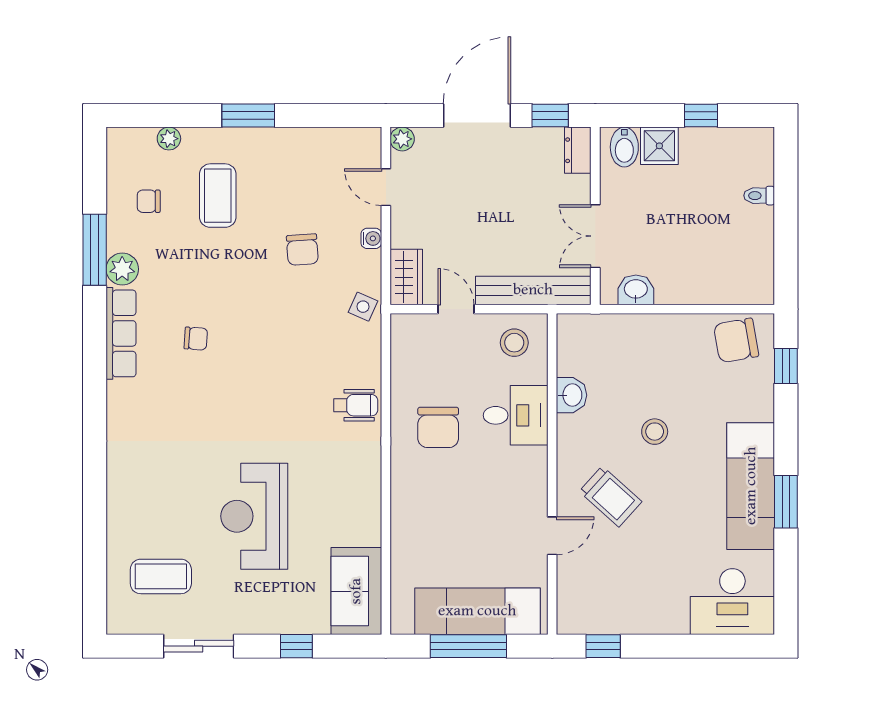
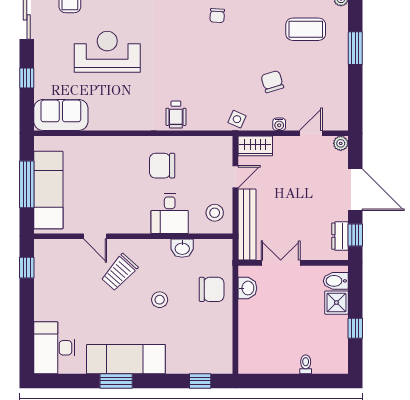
dresser: (578, 150) -> (340, 236), moved, turned -90
chair: (302, 250) -> (272, 82), turned 77
chair: (736, 340) -> (212, 289), moved, turned 100

